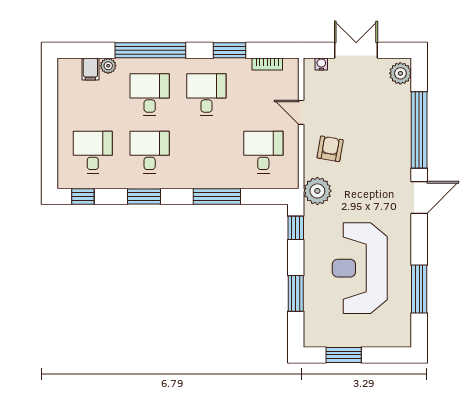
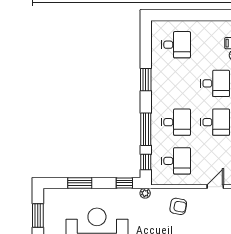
door: (301, 112) -> (215, 187), moved
desk: (150, 152) -> (176, 122), moved
plant: (317, 191) -> (145, 193), width x0.53, depth x0.53
window: (83, 196) -> (146, 162), moved

